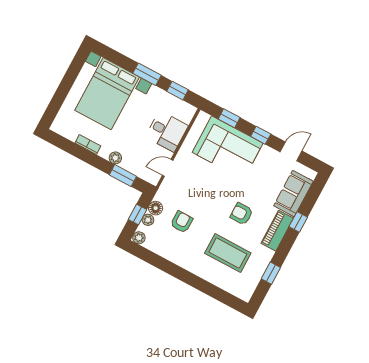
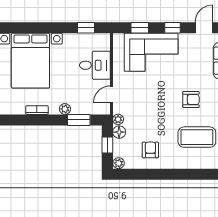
window: (147, 74) -> (54, 28), removed
armchair: (241, 214) -> (191, 100), turned 180
plant: (148, 220) -> (118, 119), moved
armchair: (182, 222) -> (150, 150), moved

